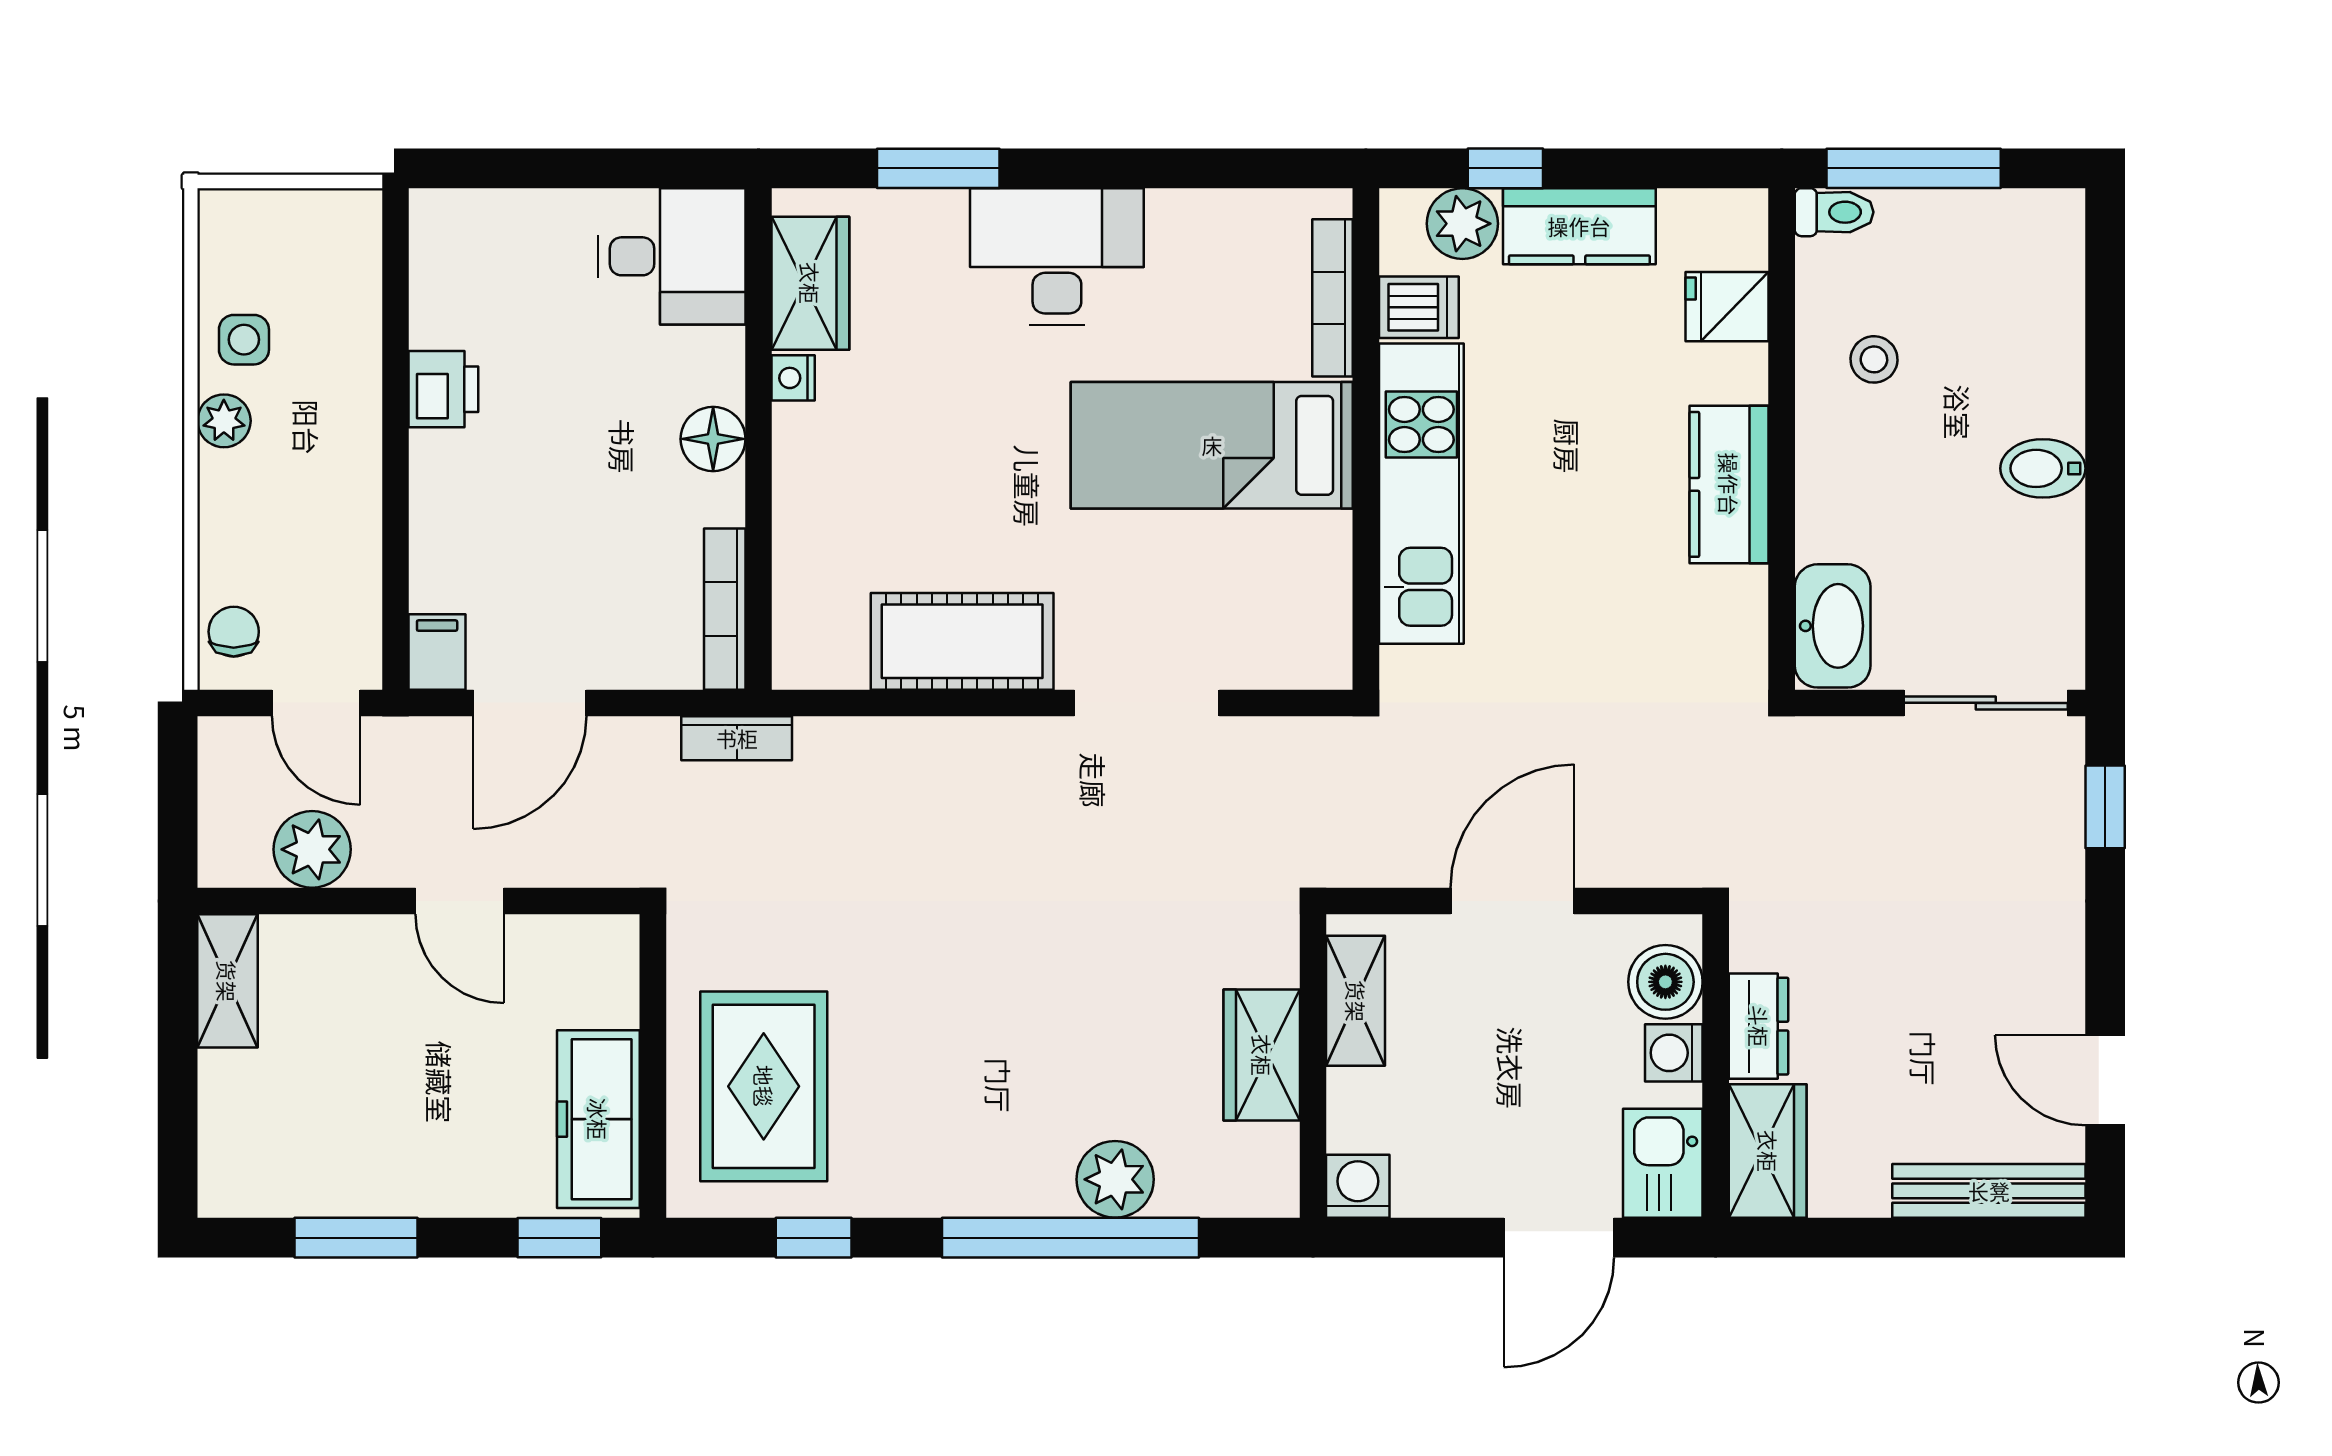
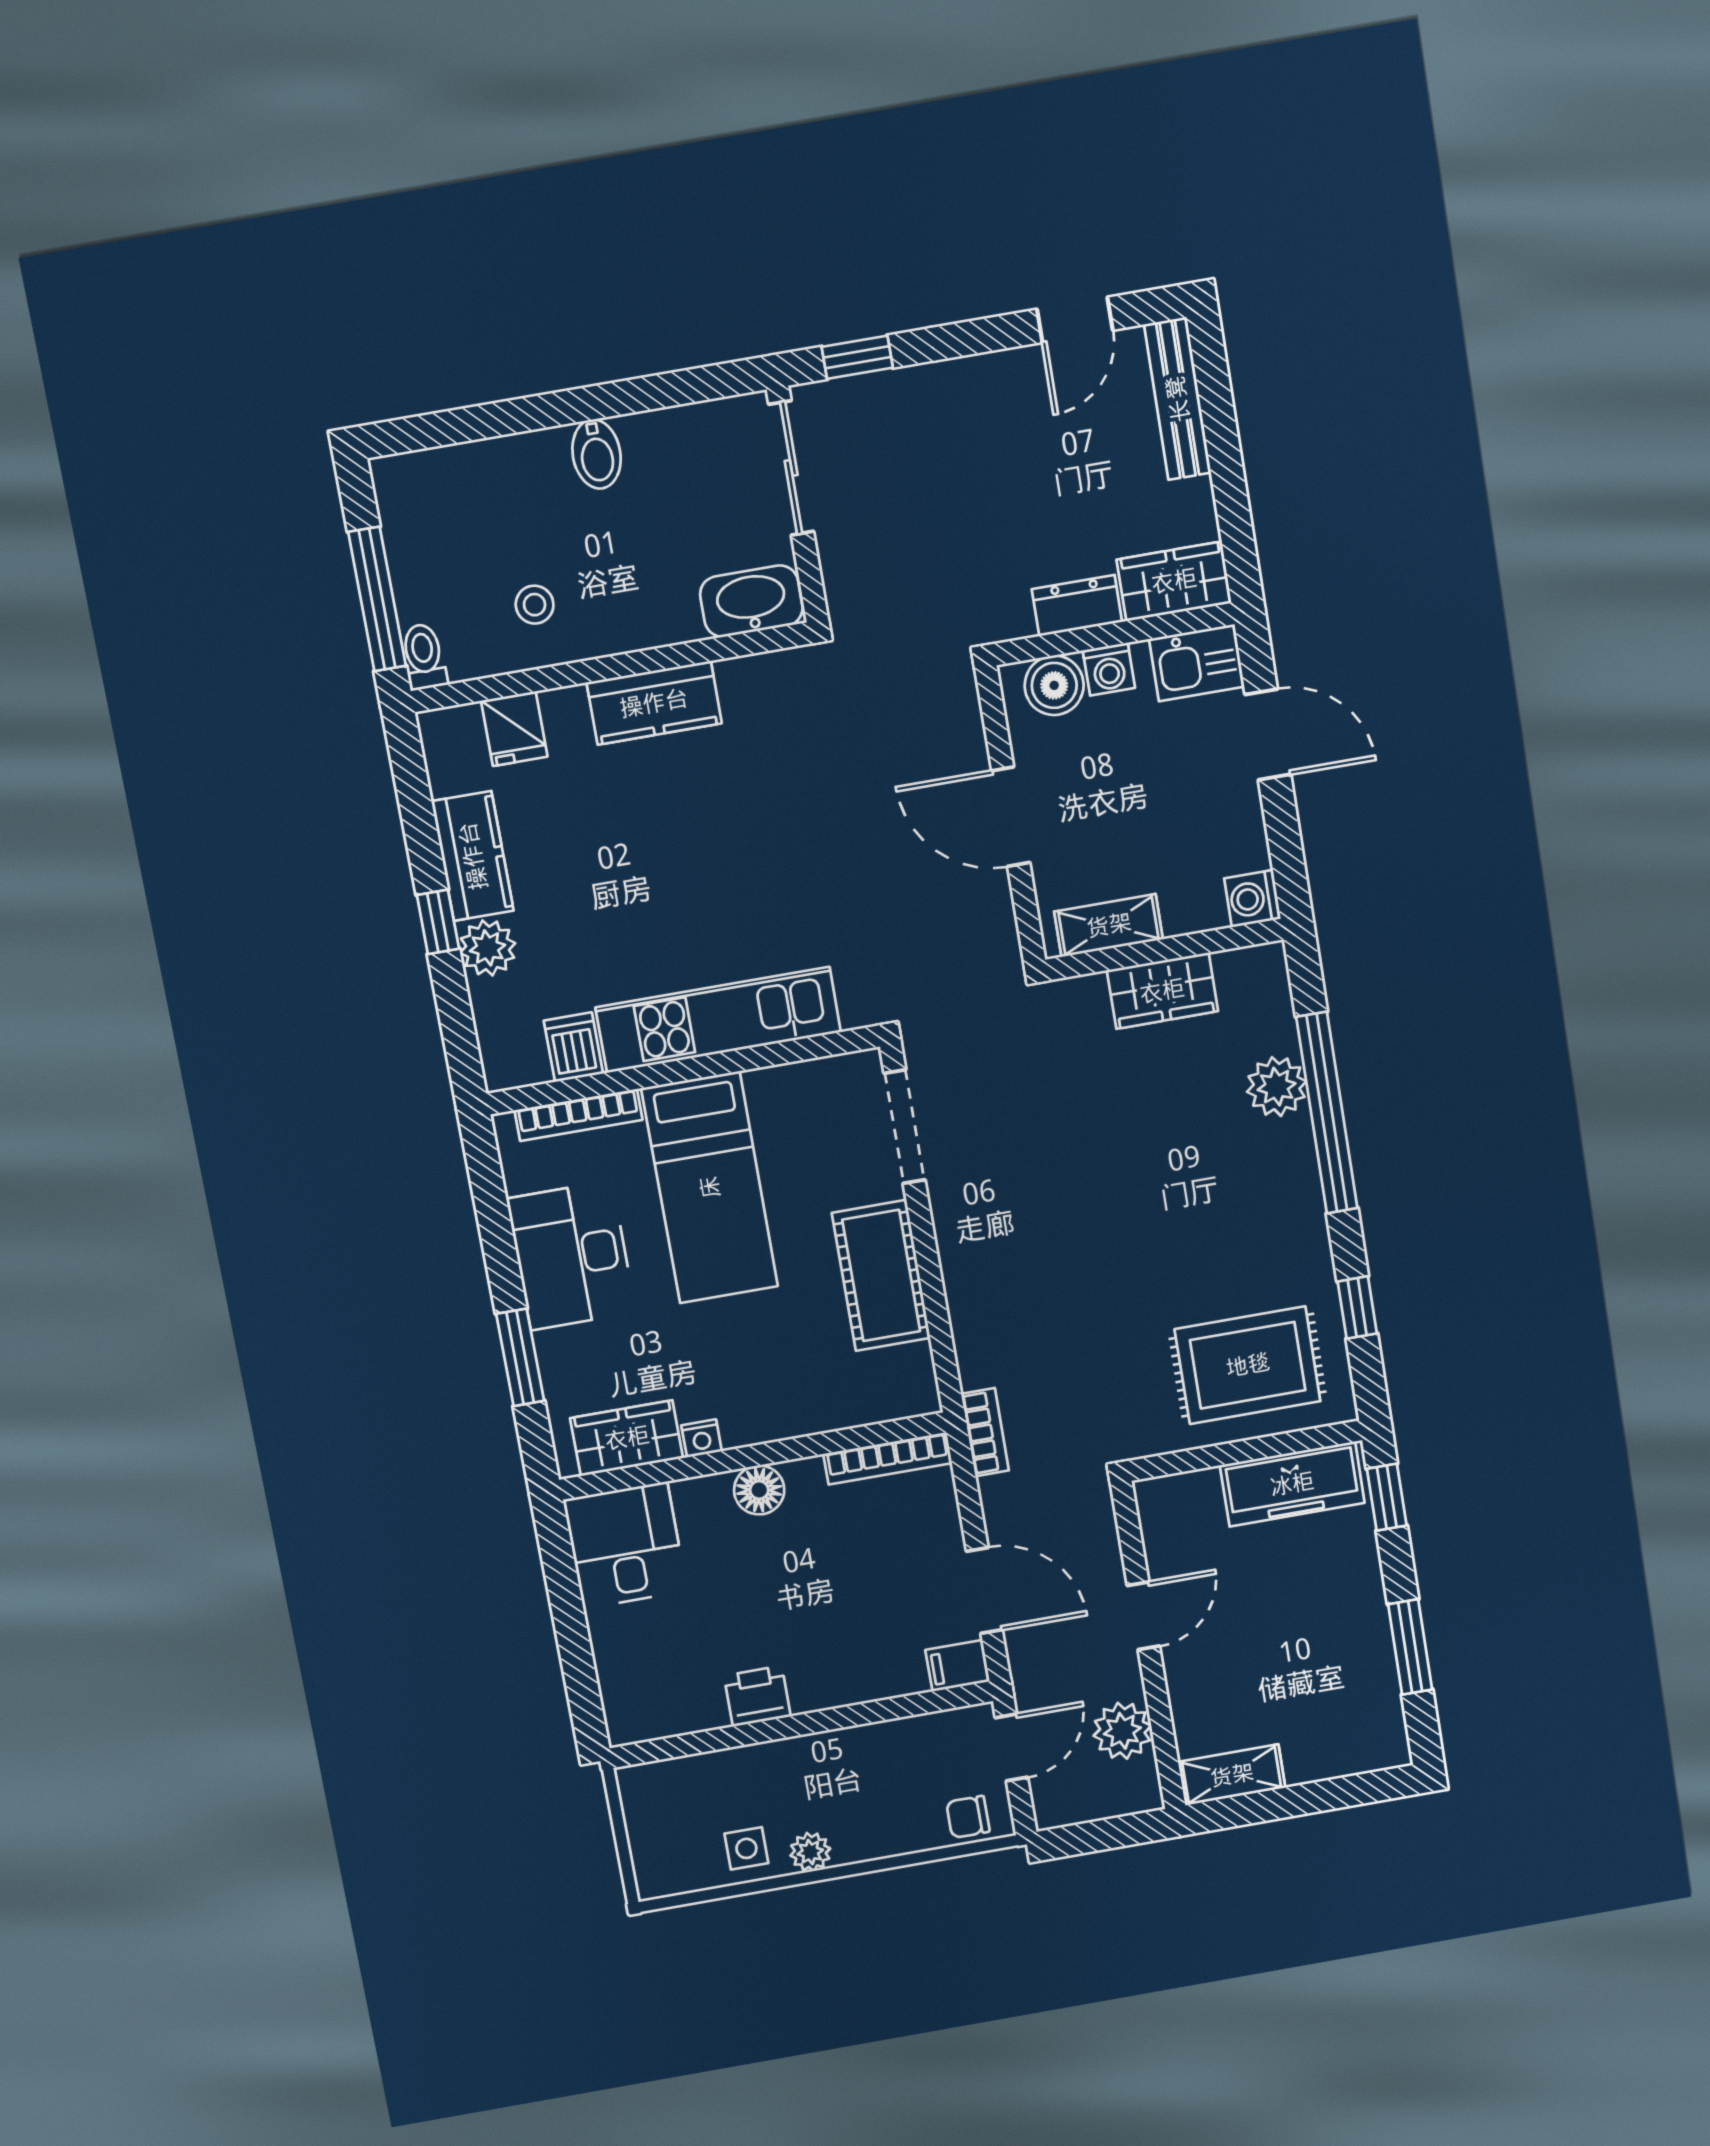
bookcase: (1332, 298) -> (578, 1115), moved
dishwasher: (1419, 307) -> (573, 1047), moved
wall: (1366, 439) -> (683, 1070), moved
bed: (1212, 445) -> (710, 1187), moved
kitchen unit: (1421, 494) -> (718, 1020), moved

